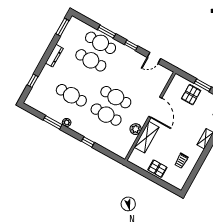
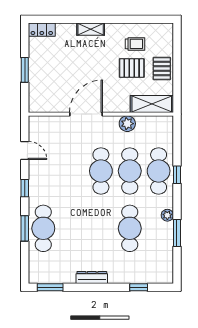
cafe table: (91, 60) -> (159, 171), moved
pallet: (191, 95) -> (132, 68), moved
shelving: (147, 137) -> (152, 104), moved

